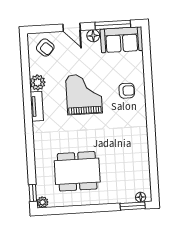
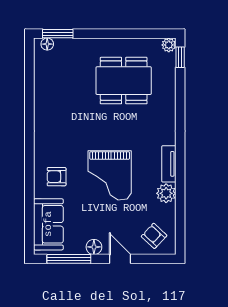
sofa: (122, 40) -> (48, 224), moved, turned 90

